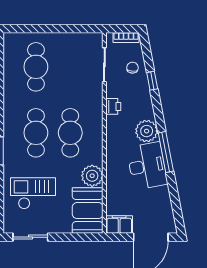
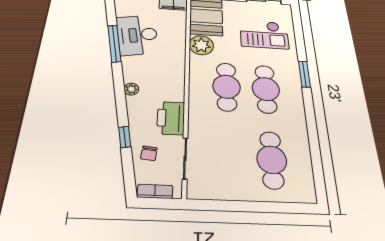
printer: (113, 106) -> (171, 118), width x1.87, depth x1.48
plant: (147, 131) -> (131, 89), width x0.53, depth x0.53
window: (166, 152) -> (114, 43), moved
desk: (147, 166) -> (137, 35), moved

